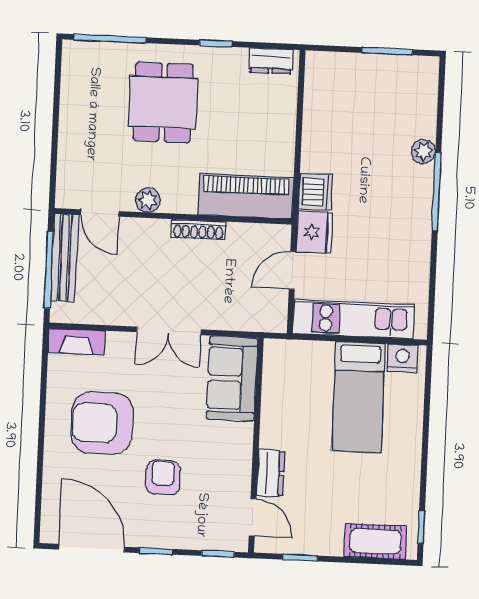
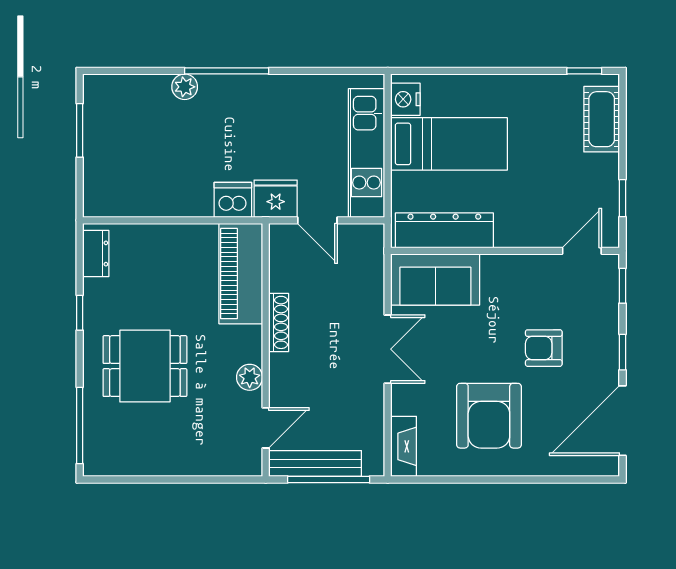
dresser: (271, 473) -> (444, 230), moved, width x1.96, depth x1.24

